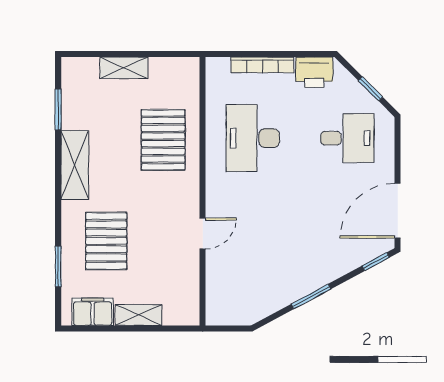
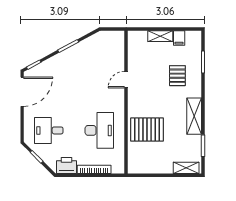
shelving: (124, 68) -> (186, 168), moved
pallet: (163, 140) -> (147, 130), turned 90
pallet: (106, 241) -> (177, 76), width x0.67, depth x0.71
filing cabinet: (93, 312) -> (179, 38), width x0.50

